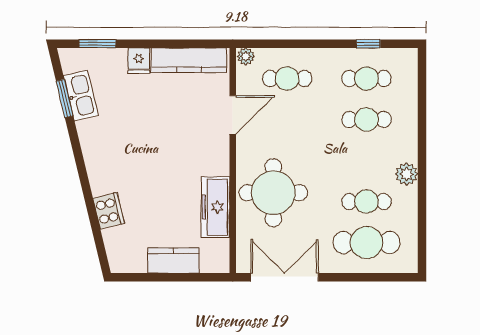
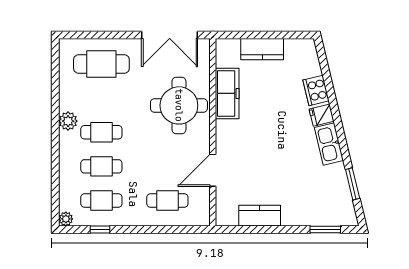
plant: (246, 56) -> (66, 219), moved
kitchen counter: (189, 60) -> (260, 216), width x0.67
fridge: (139, 61) -> (322, 115), moved, turned -103
kitchen sink: (81, 96) -> (329, 144), moved
cafe table: (366, 202) -> (101, 132), moved

